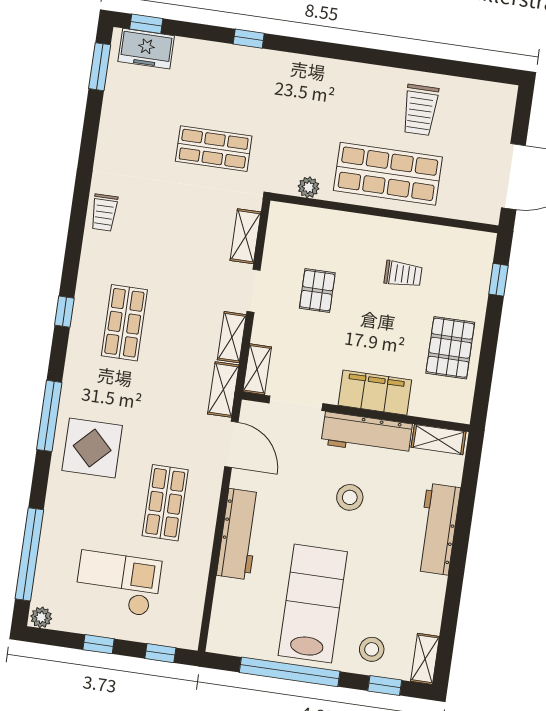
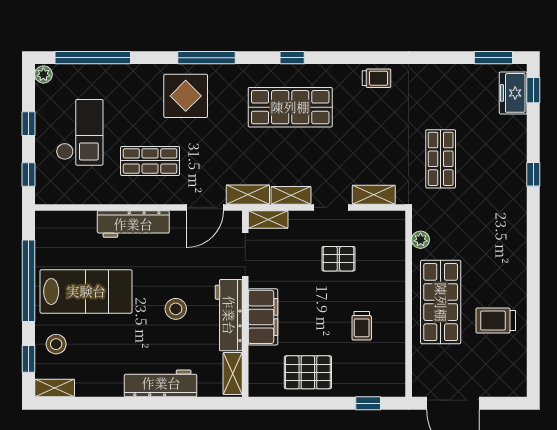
trolley: (104, 213) -> (377, 78), turned 180
shop shelf: (124, 323) -> (290, 107), width x1.43, depth x1.36

